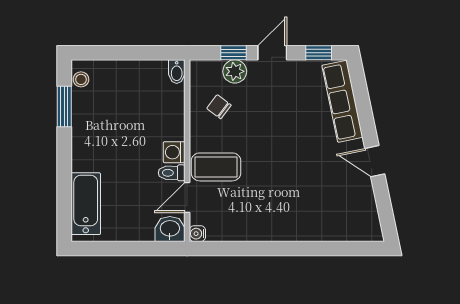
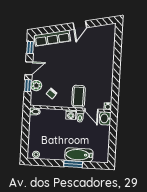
door: (272, 53) -> (29, 68), swing flipped
window: (64, 106) -> (73, 164), moved
bathtub: (86, 204) -> (79, 155), moved

